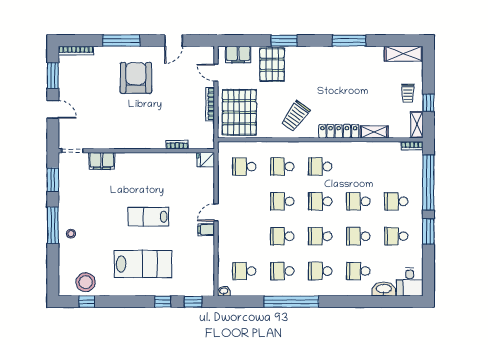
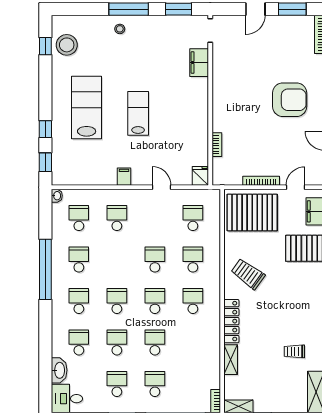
trolley: (408, 93) -> (294, 351), moved
door: (216, 212) -> (162, 187), moved
school desk: (282, 236) -> (117, 218), moved
lab bench: (143, 264) -> (87, 107), turned 180

